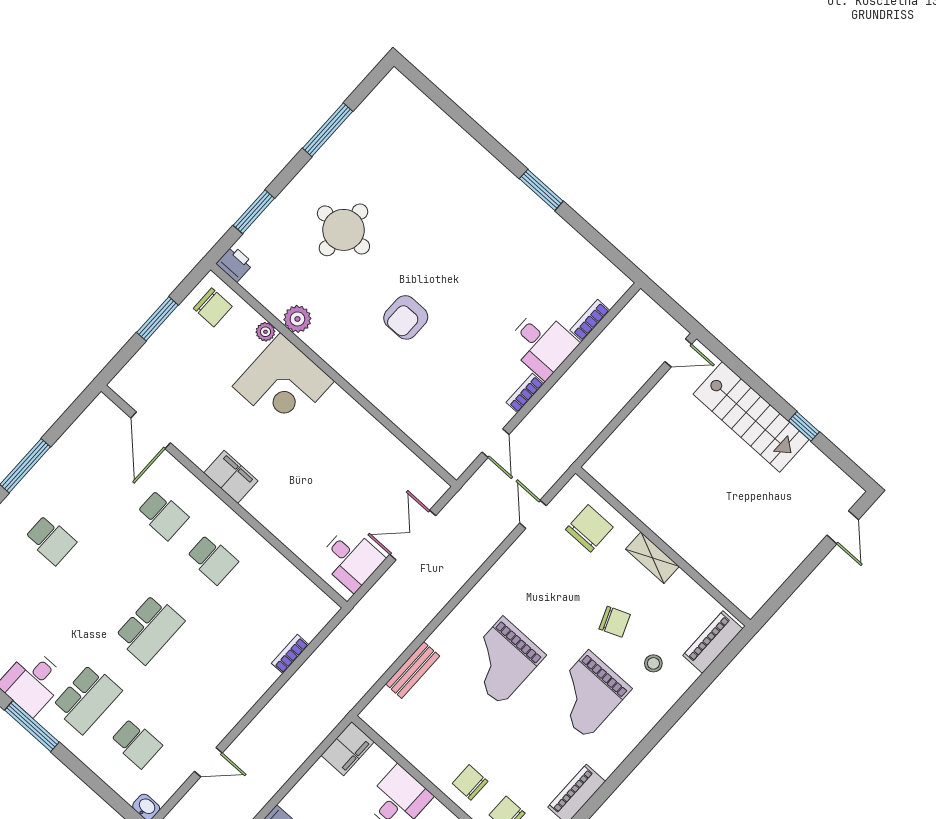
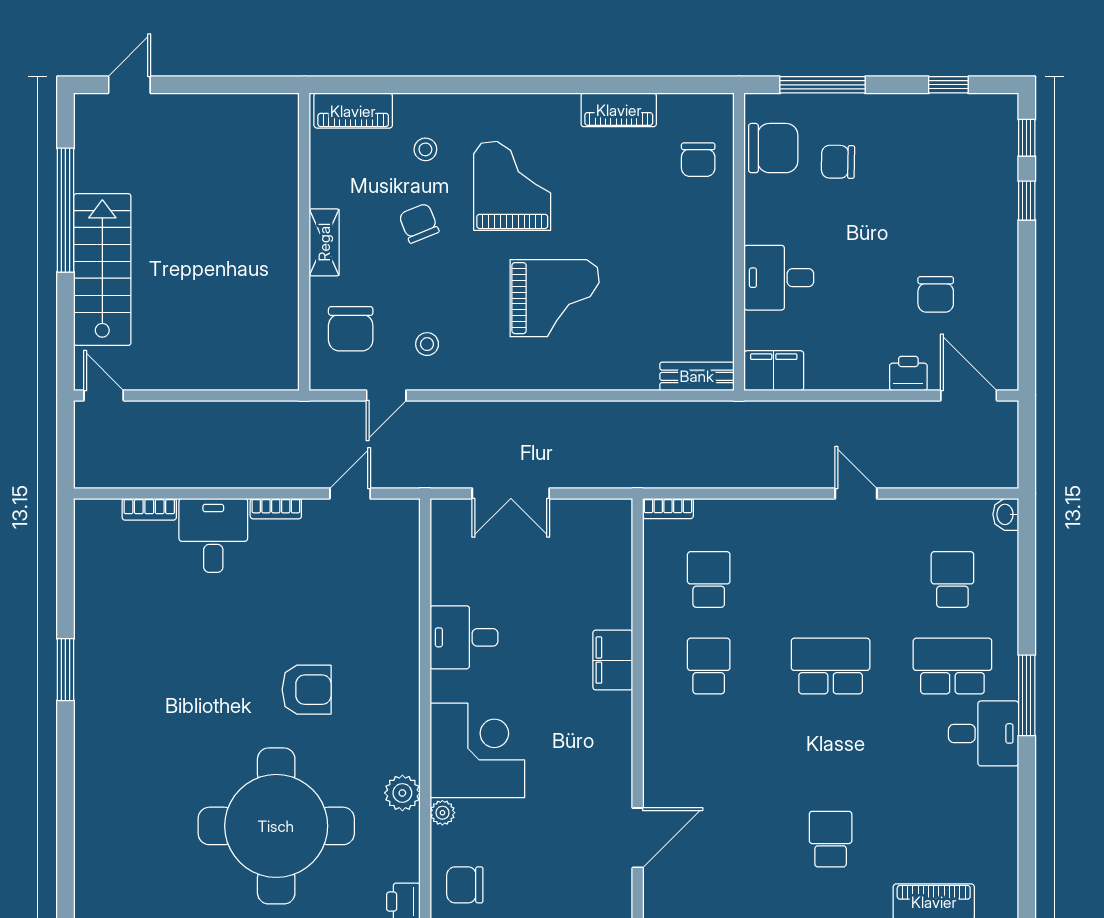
round table: (343, 230) -> (276, 826), width x1.86, depth x1.86
chair: (213, 307) -> (465, 885), turned -90
window: (804, 426) -> (65, 210), width x3.17
filing cabinet: (231, 477) -> (613, 660), moved
school desk: (163, 515) -> (709, 579), moved
chair: (589, 528) -> (351, 329), turned -90
desk: (351, 559) -> (464, 637), moved, turned -90
stool: (541, 564) -> (427, 344), added
bookcase: (290, 654) -> (668, 509), moved
bench: (413, 670) -> (697, 376), moved
grand piano: (588, 694) -> (512, 186), turned -90
door: (208, 762) -> (856, 494), moved
chair: (470, 782) -> (700, 223), removed

